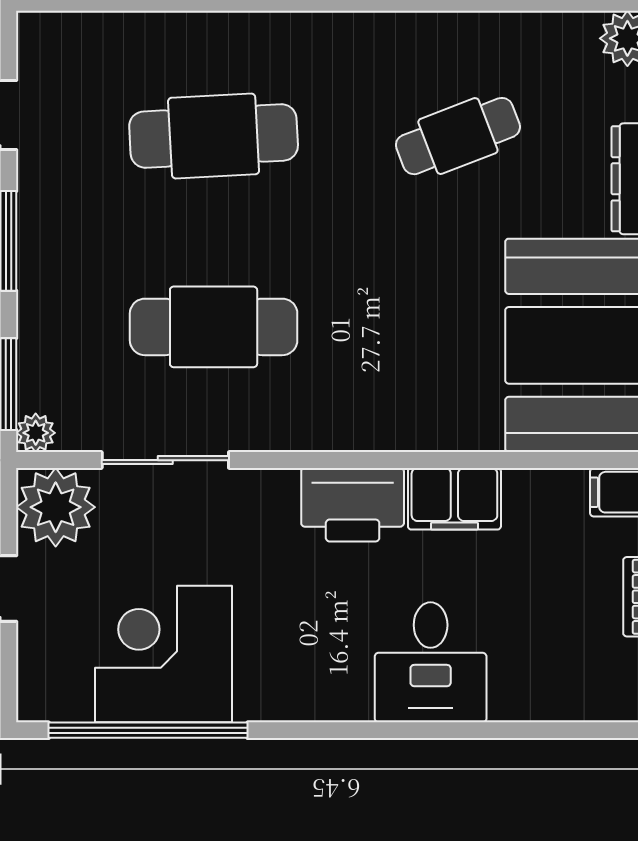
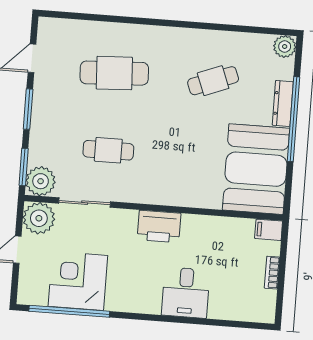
cafe table: (214, 327) -> (108, 150), width x0.73, depth x0.74
plant: (36, 433) -> (41, 181), width x1.87, depth x1.87
filing cabinet: (454, 499) -> (200, 227), removed

